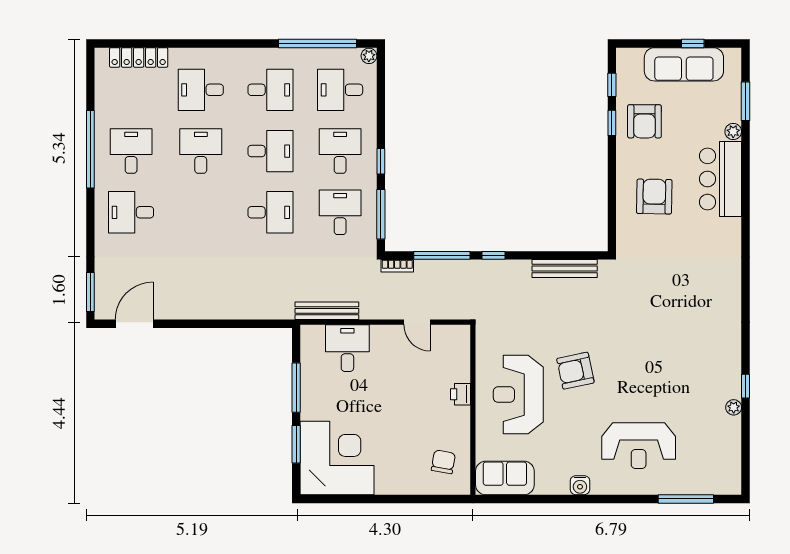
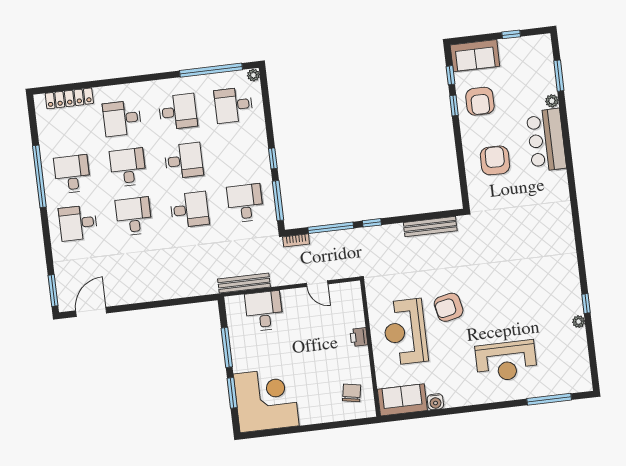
sofa: (684, 64) -> (475, 56), moved, width x0.73
desk: (340, 151) -> (134, 216), moved
water cooler: (580, 485) -> (435, 402), moved

